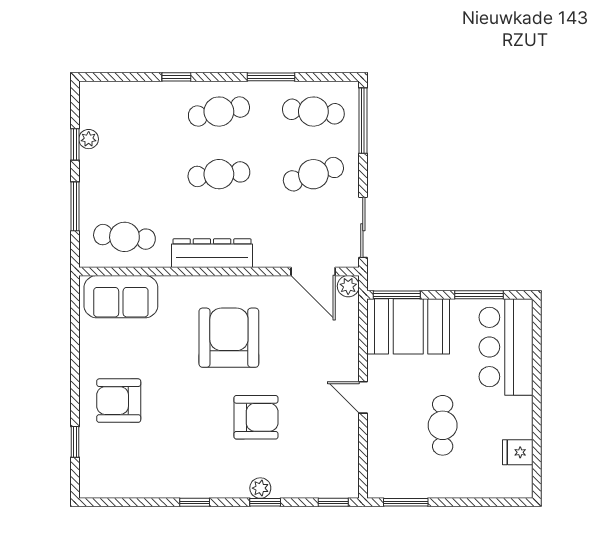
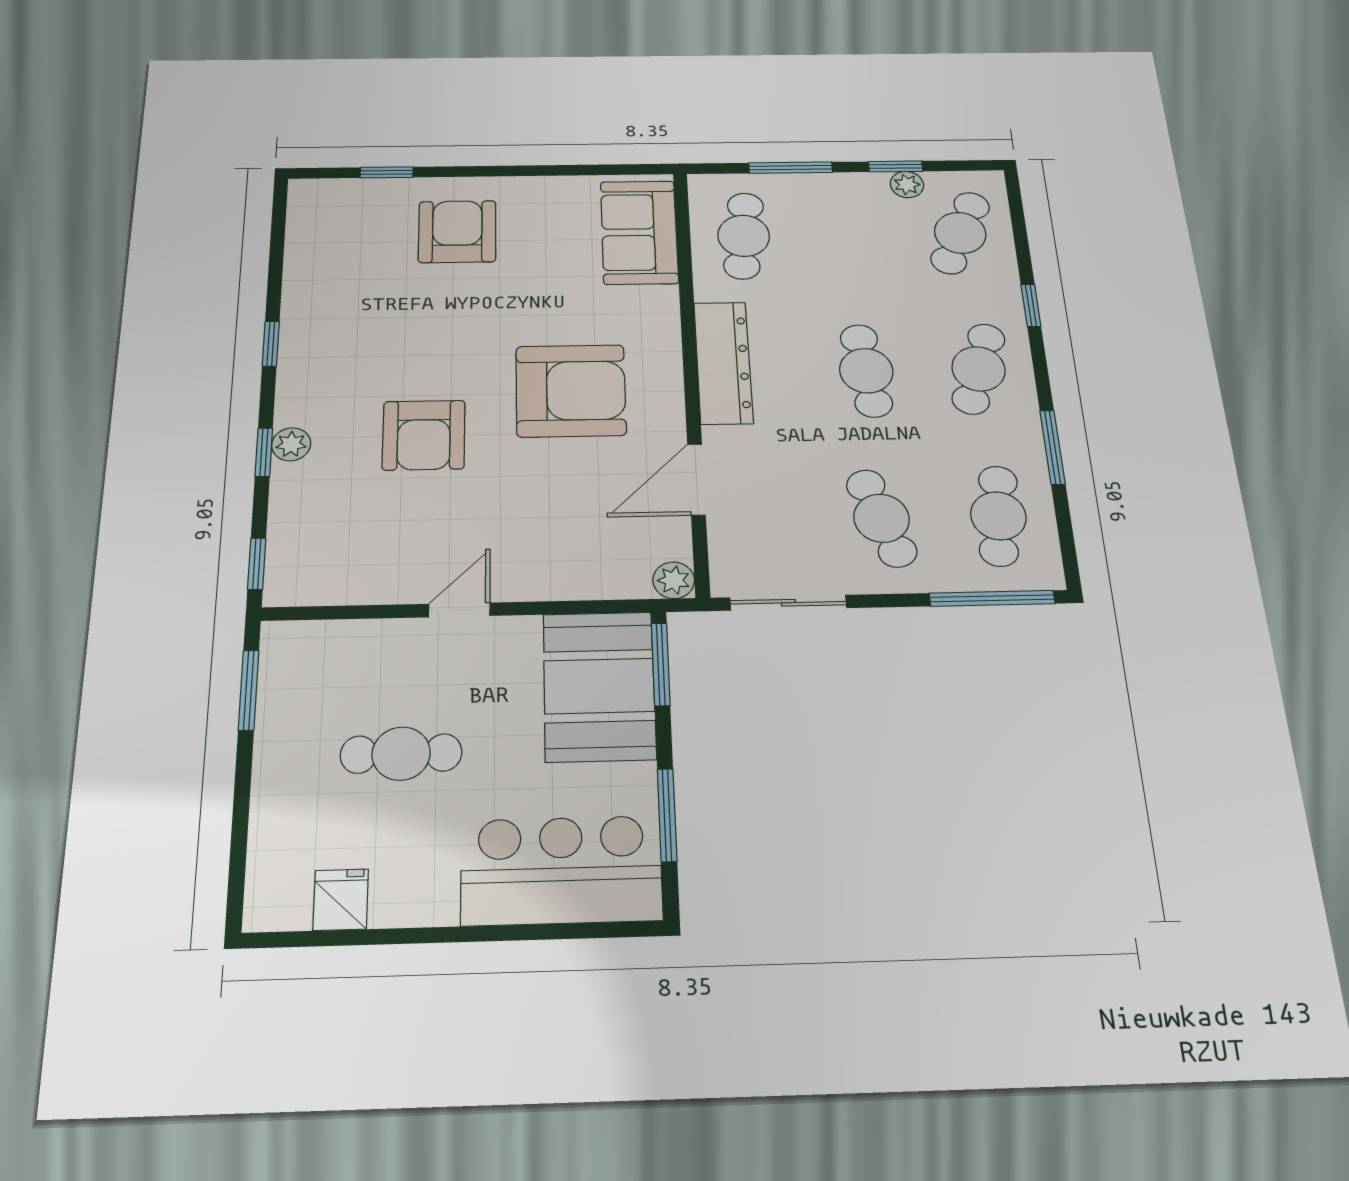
cafe table: (124, 112) -> (960, 233), added
cafe table: (219, 112) -> (979, 369), turned 30
door: (313, 271) -> (696, 479), moved

